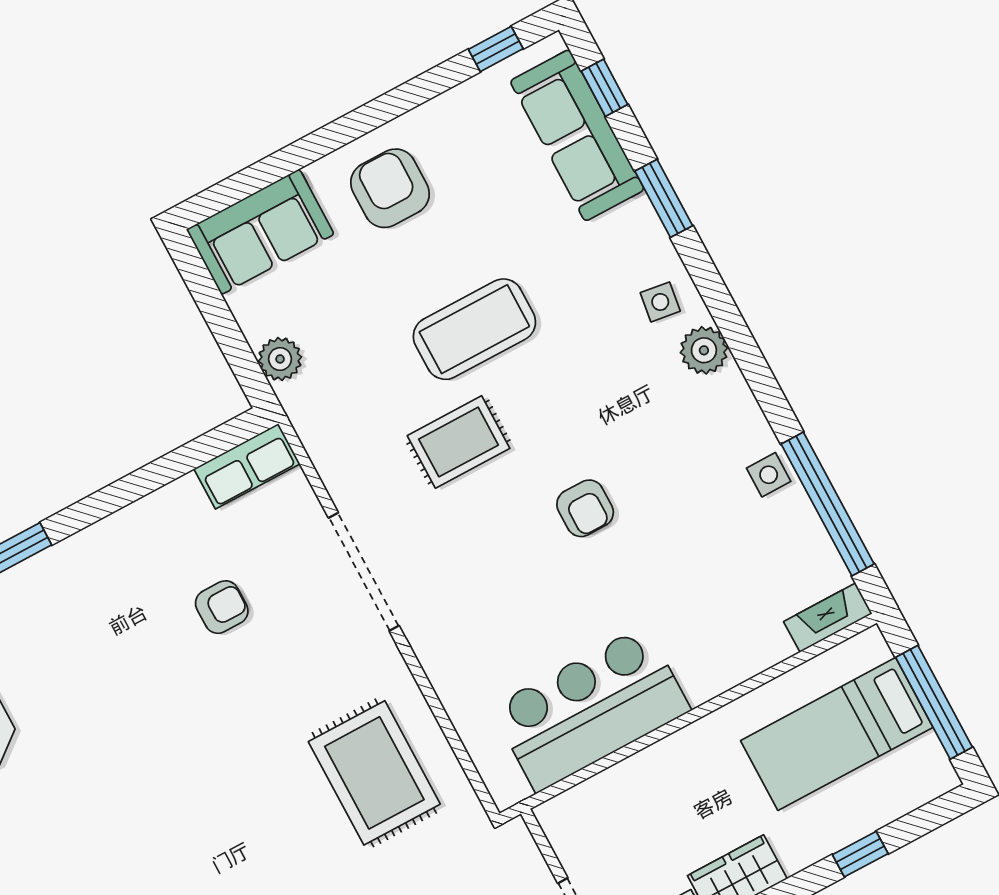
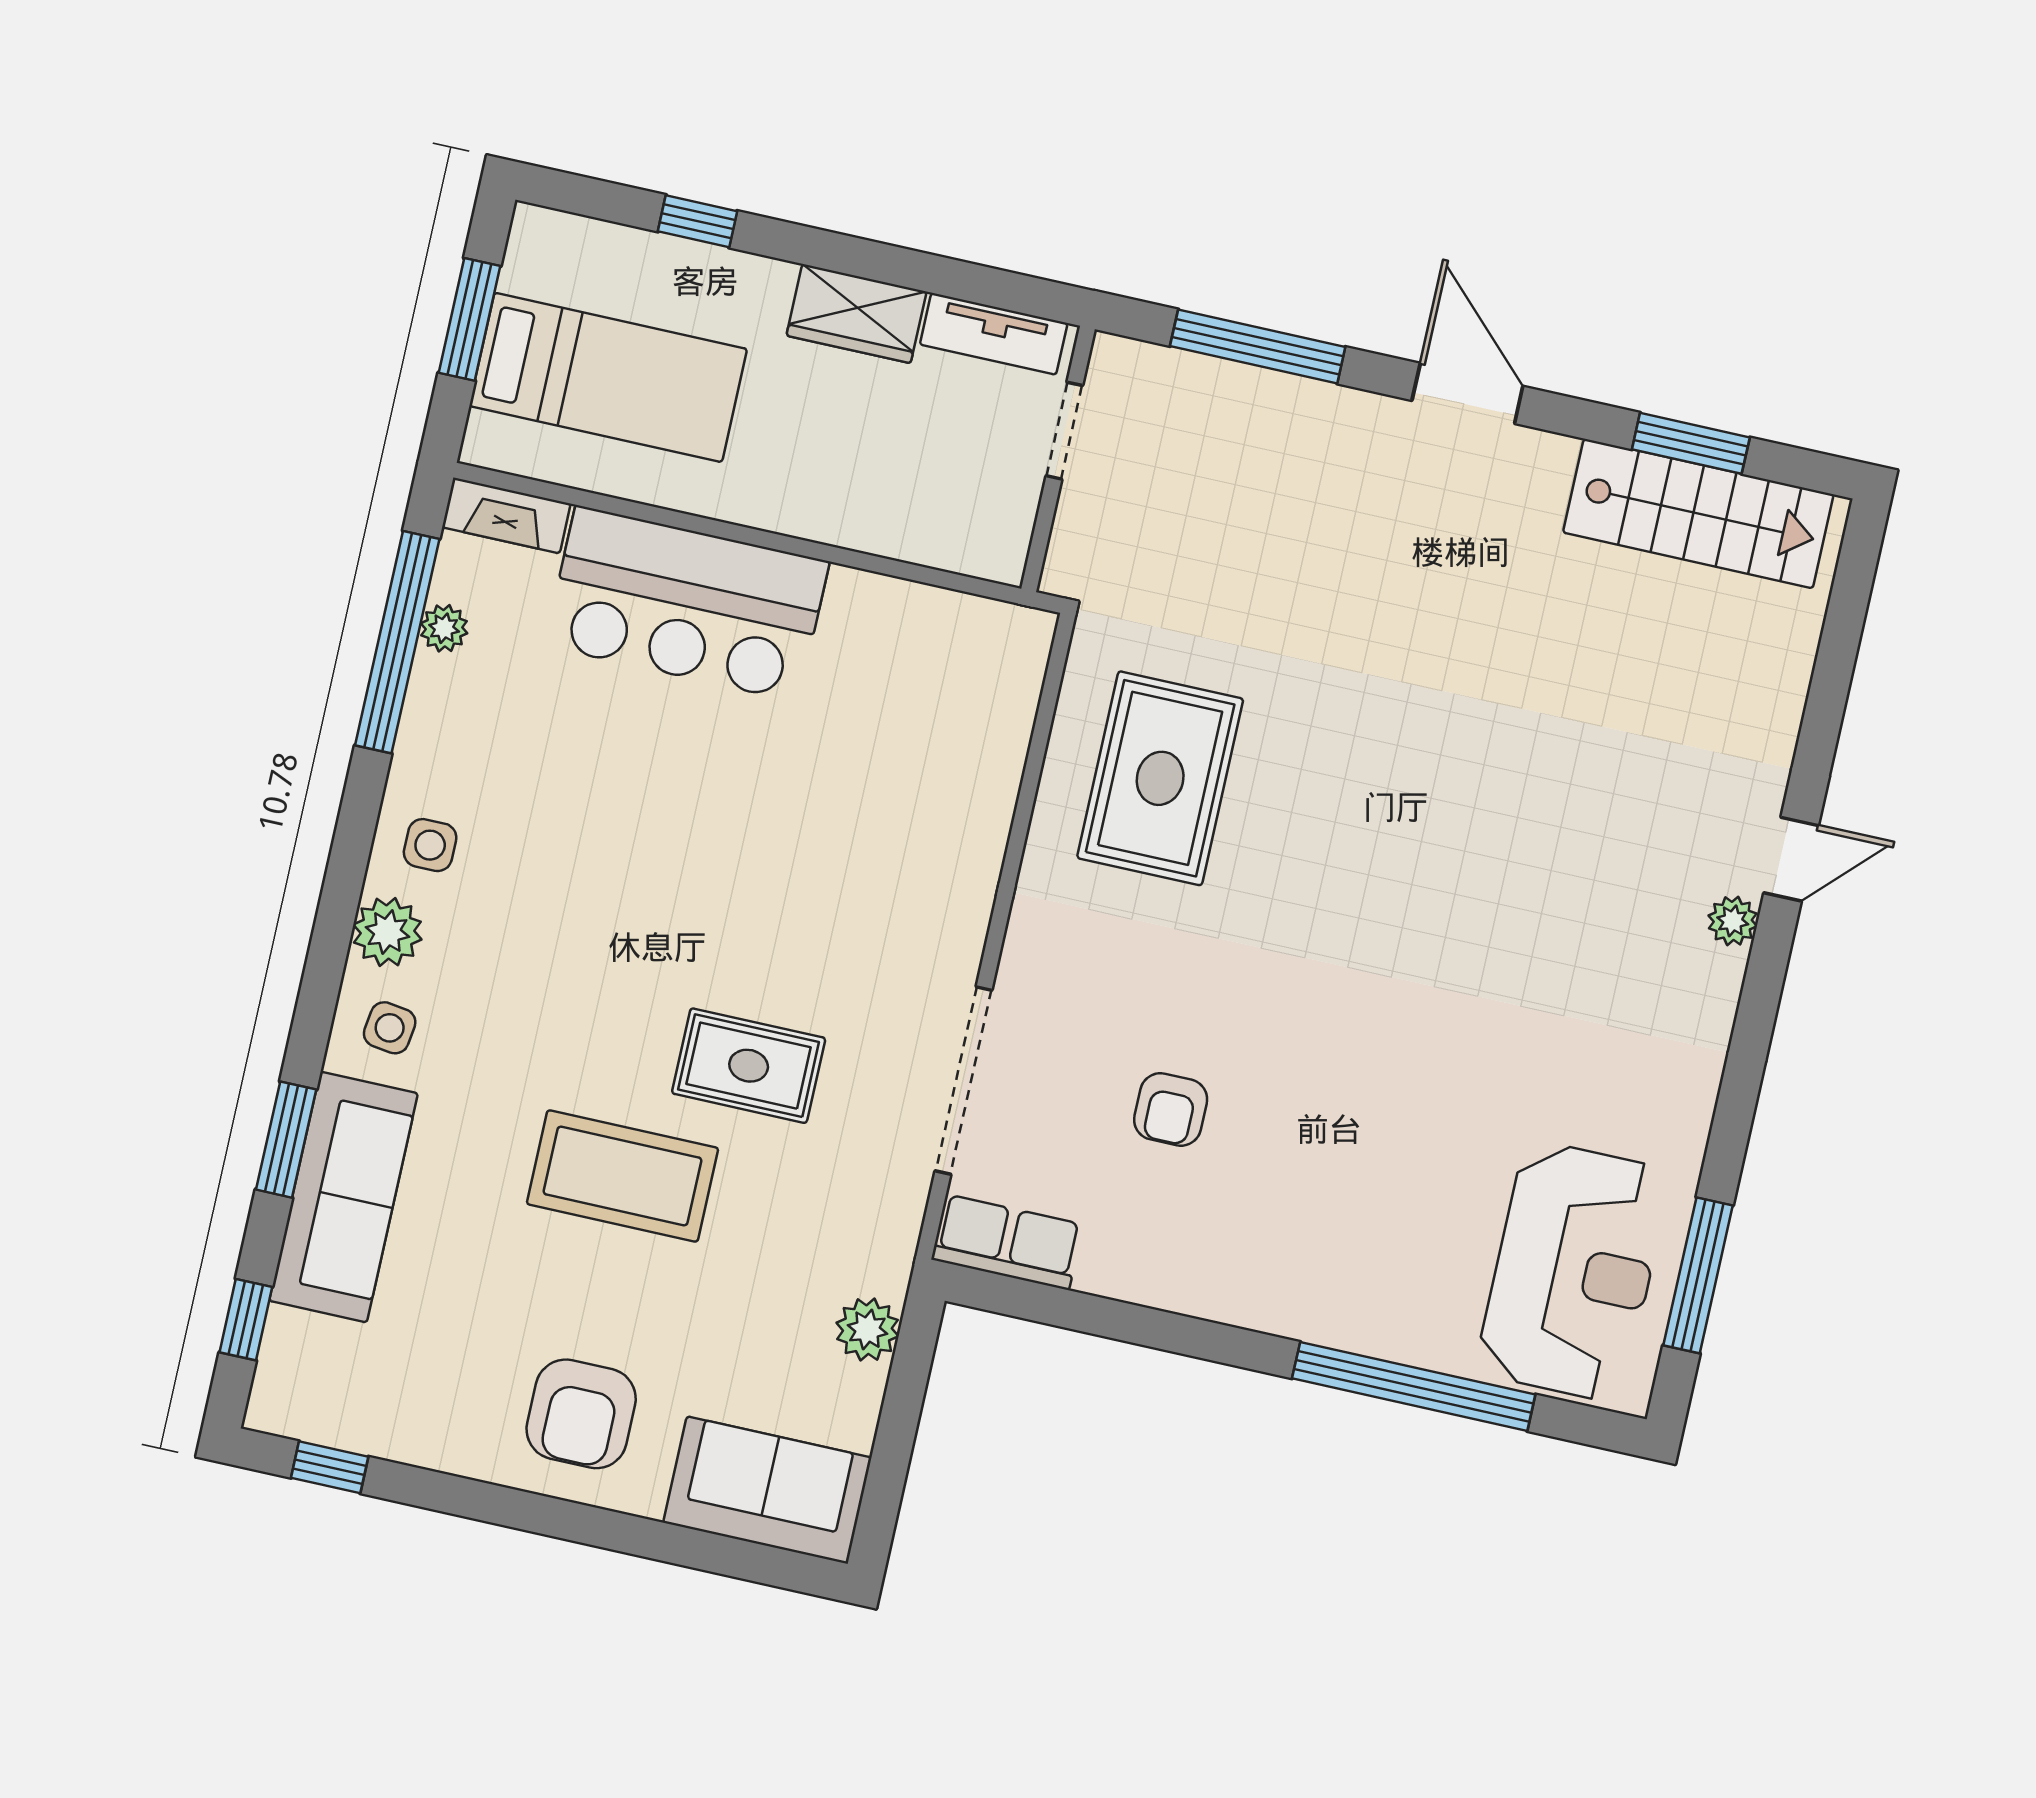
sofa: (577, 135) -> (344, 1197), moved
side table: (769, 475) -> (430, 845), moved
armchair: (585, 508) -> (671, 870), removed
plant: (810, 532) -> (444, 628), added
doorway: (364, 572) -> (963, 1081), moved
armchair: (222, 607) -> (1171, 1109), turned -90
window: (934, 702) -> (469, 319), width x0.69
bar counter: (591, 709) -> (687, 604), moved

